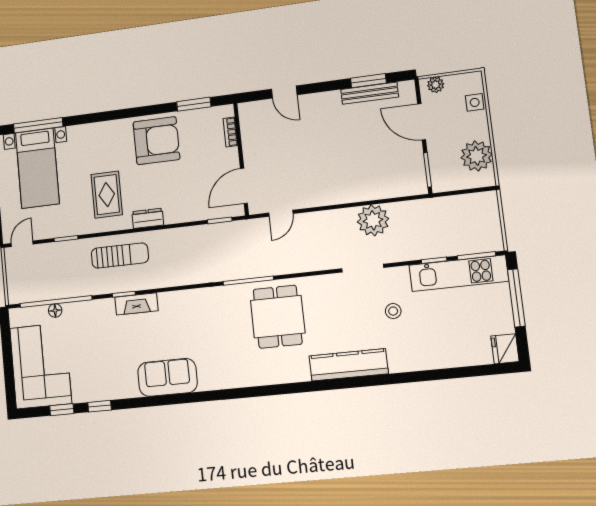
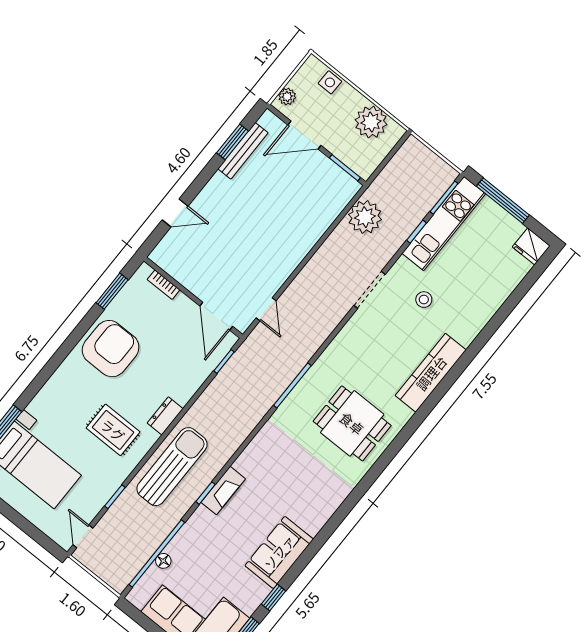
plant: (373, 220) -> (365, 217), moved
sun lounger: (120, 256) -> (172, 467), width x1.36, depth x1.34
dining table: (278, 317) -> (352, 423), moved
sofa: (167, 377) -> (279, 552), moved

